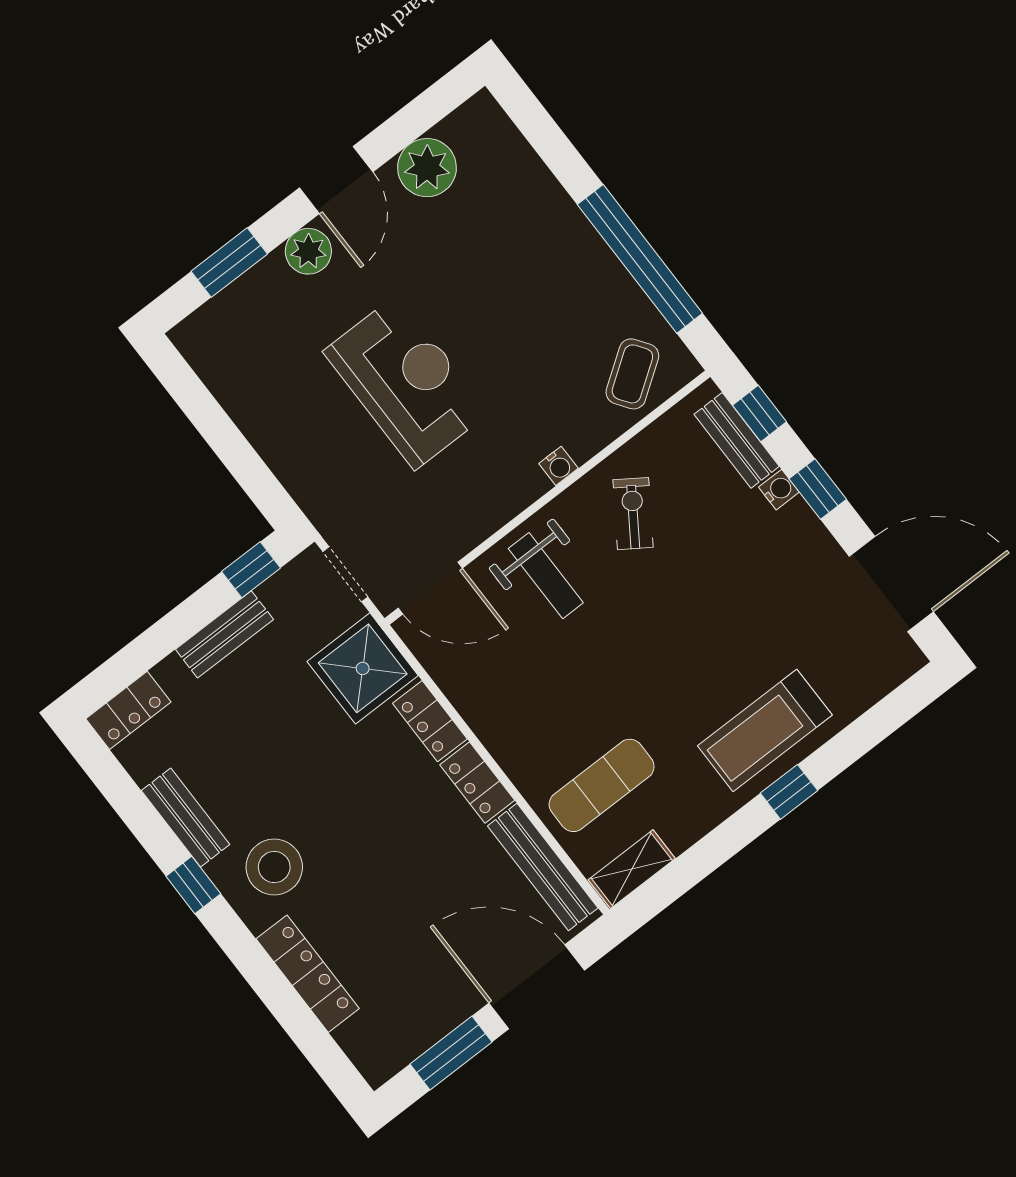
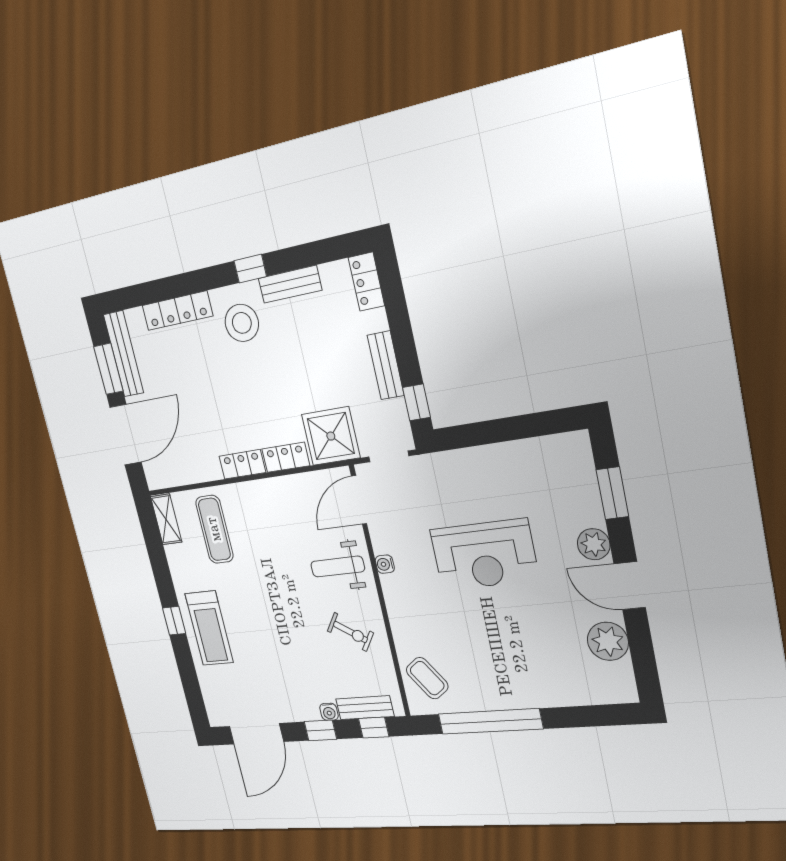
water cooler: (558, 466) -> (385, 564), moved
treadmill: (765, 730) -> (209, 628), turned 180
bench: (543, 867) -> (124, 354), moved, turned 90

